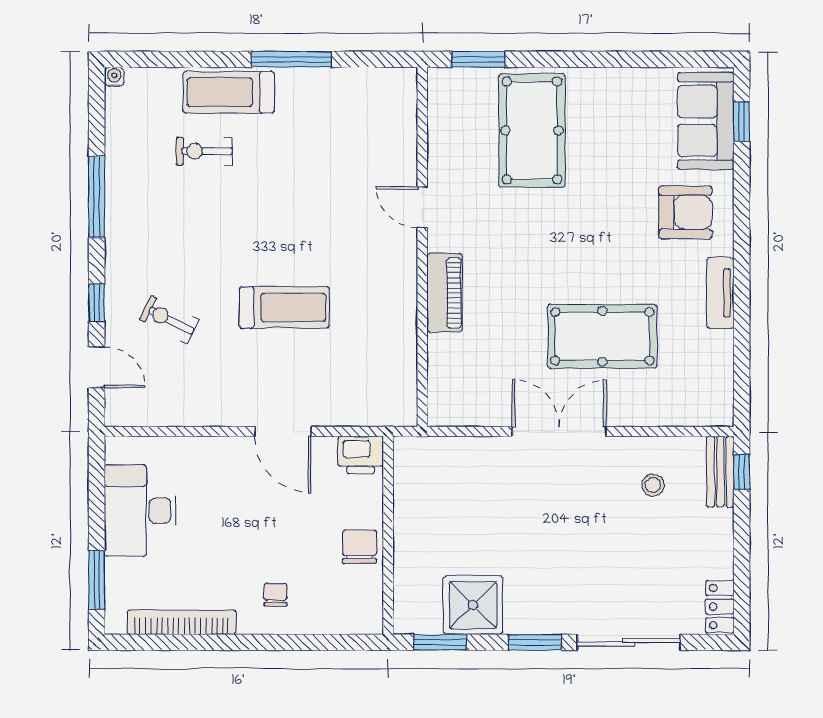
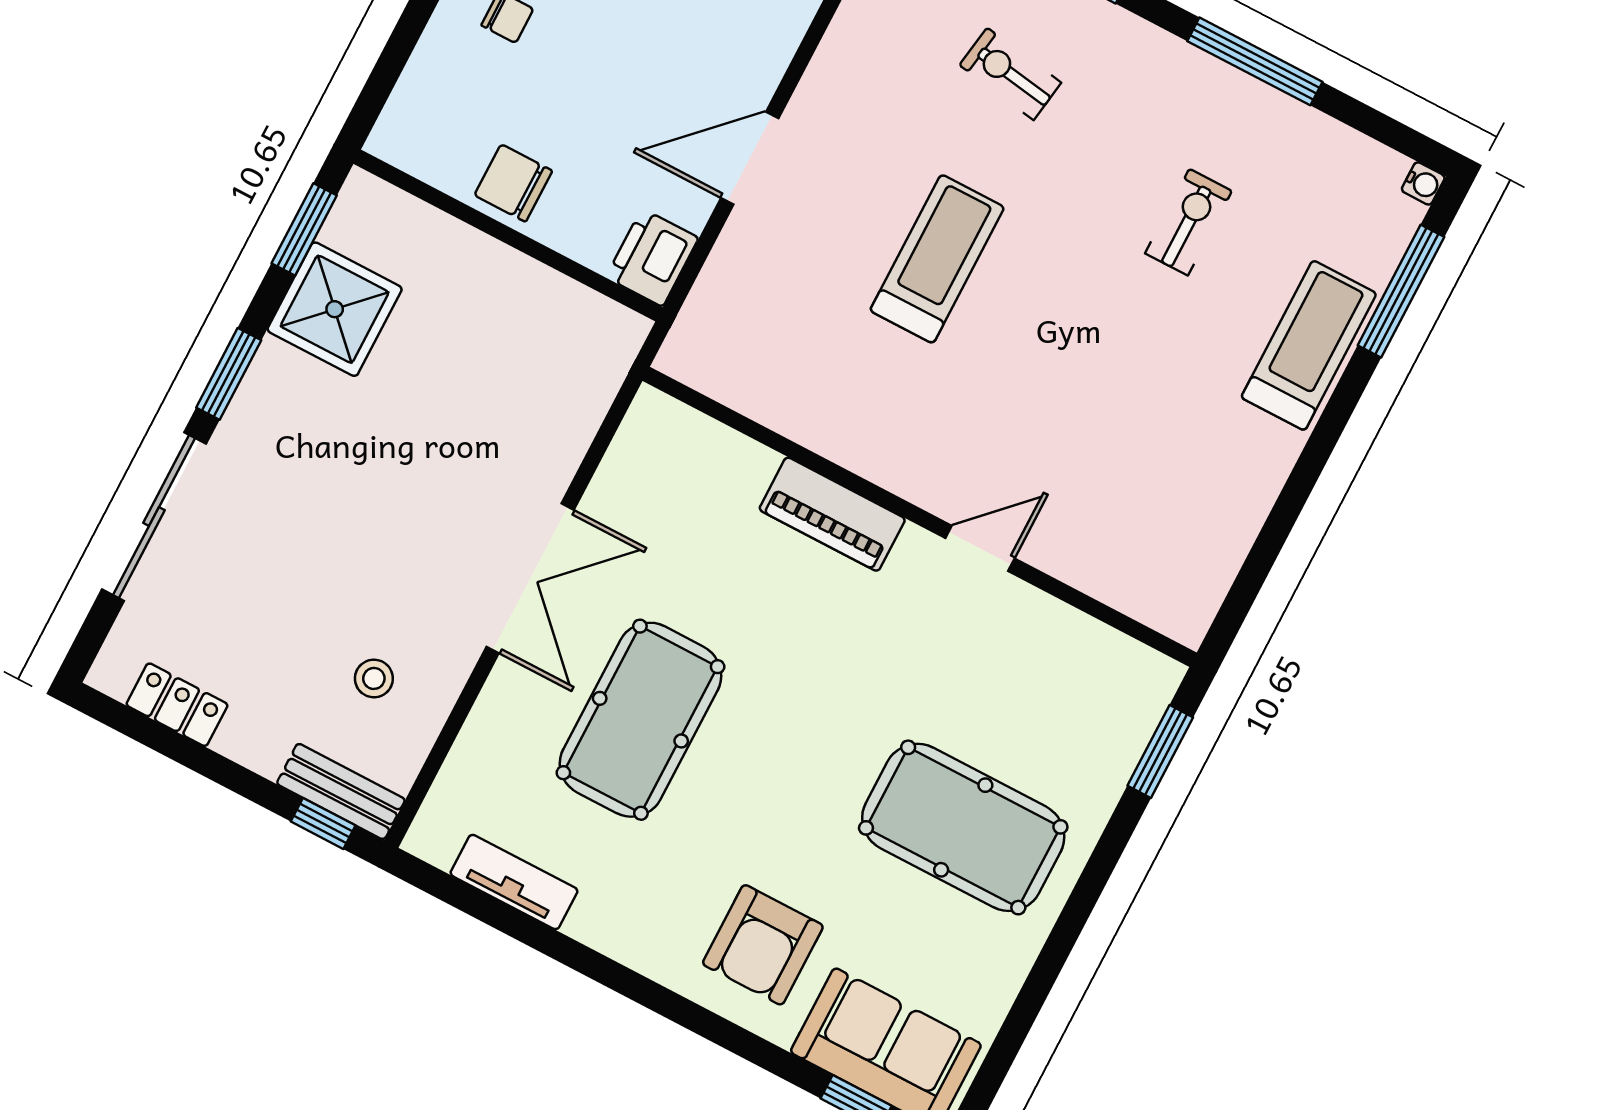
window: (291, 59) -> (1401, 291), moved
pool table: (532, 130) -> (963, 827), moved
exercise bike: (205, 151) -> (1189, 222), moved
tv unit: (720, 293) -> (514, 882), moved
treadmill: (284, 307) -> (937, 259), turned 180
exercise bike: (169, 320) -> (1010, 74), turned -108
chair: (360, 547) -> (513, 183), turned 180
locker: (720, 607) -> (177, 705), moved

